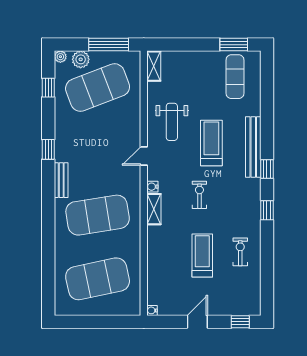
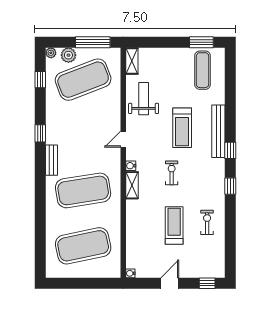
weight bench: (172, 122) -> (144, 99), moved, turned 180
treadmill: (211, 143) -> (182, 128), turned 180

